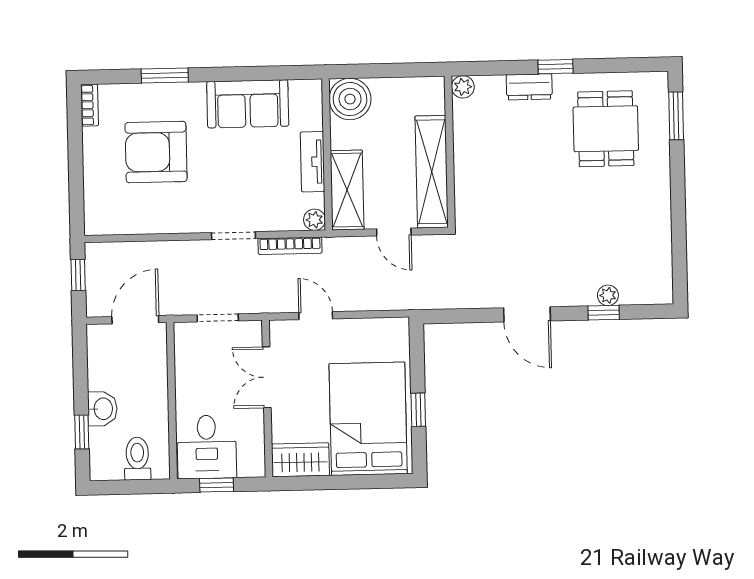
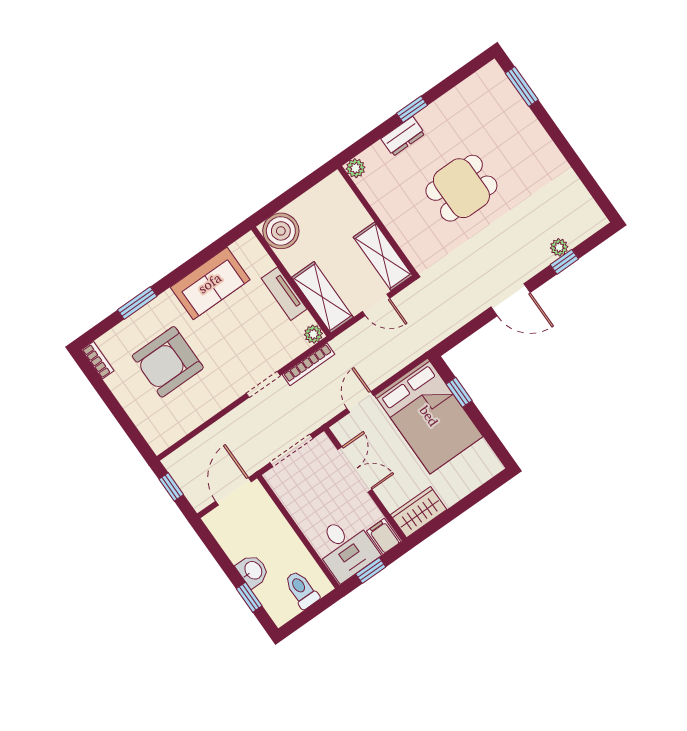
dining table: (606, 129) -> (461, 188), moved, turned 90
shelving: (432, 172) -> (383, 256), width x0.68
door: (316, 316) -> (360, 402), hinge flipped
doorway: (218, 318) -> (291, 451), width x1.38
double door: (267, 377) -> (355, 469), swing flipped
window: (418, 410) -> (459, 392), moved
bed: (368, 419) -> (429, 416), moved, turned 180
filing cabinet: (251, 461) -> (384, 536), added

